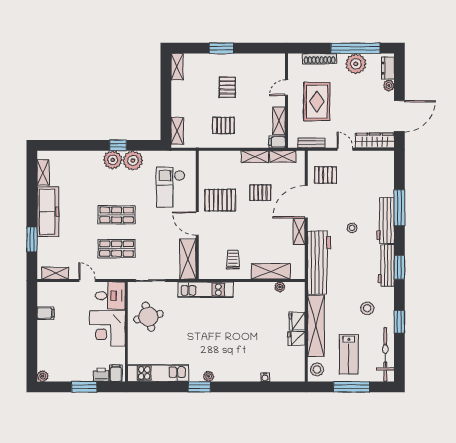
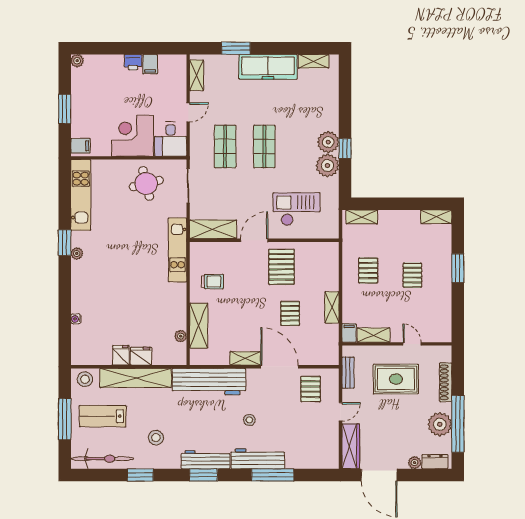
pallet: (227, 87) -> (412, 275), turned 90
shelving: (283, 156) -> (332, 339), removed
printer: (101, 375) -> (133, 62), moved, turned 90

